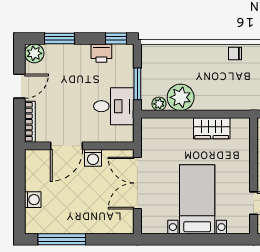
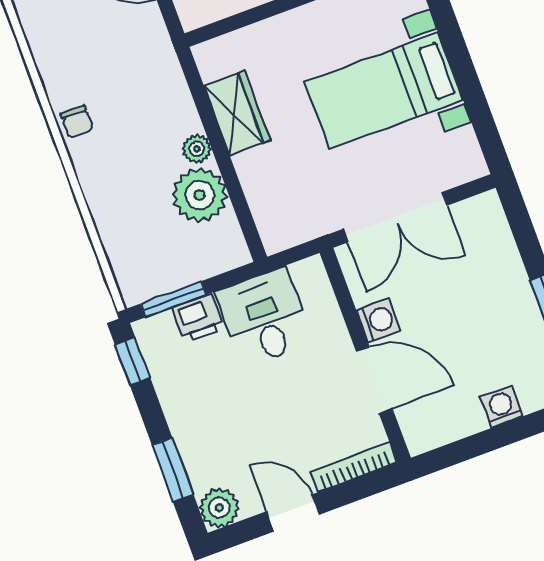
printer: (101, 53) -> (198, 318), moved, turned 90
window: (137, 84) -> (173, 299), moved
plant: (159, 104) -> (197, 149), moved

